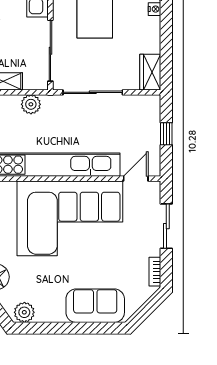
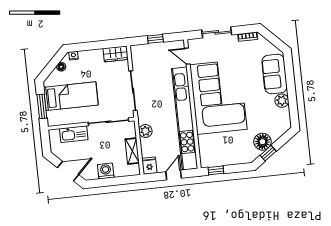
plant: (24, 312) -> (282, 101), moved

